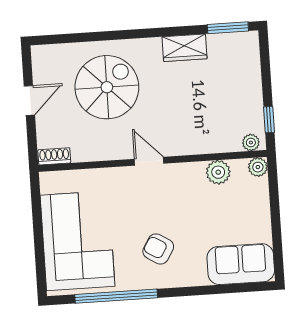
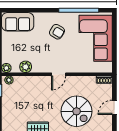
spiral stairs: (107, 87) -> (77, 111), turned -90
door: (149, 161) -> (59, 74), hinge flipped

